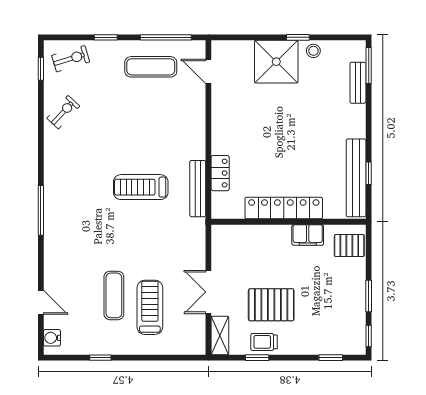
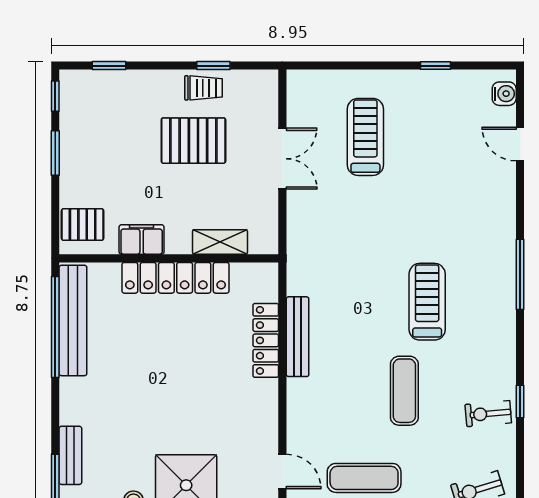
window: (41, 69) -> (520, 402), moved
exercise bike: (63, 112) -> (488, 414), turned 42
locker: (220, 173) -> (266, 340), width x1.53
window: (369, 173) -> (55, 327), width x3.17
treadmill: (141, 187) -> (427, 302), moved, turned -90
bench: (198, 189) -> (298, 337), moved
exercise mat: (114, 295) -> (404, 391), moved
treadmill: (150, 307) -> (365, 137), turned 180
shelving: (220, 336) -> (220, 242), moved, turned 90

